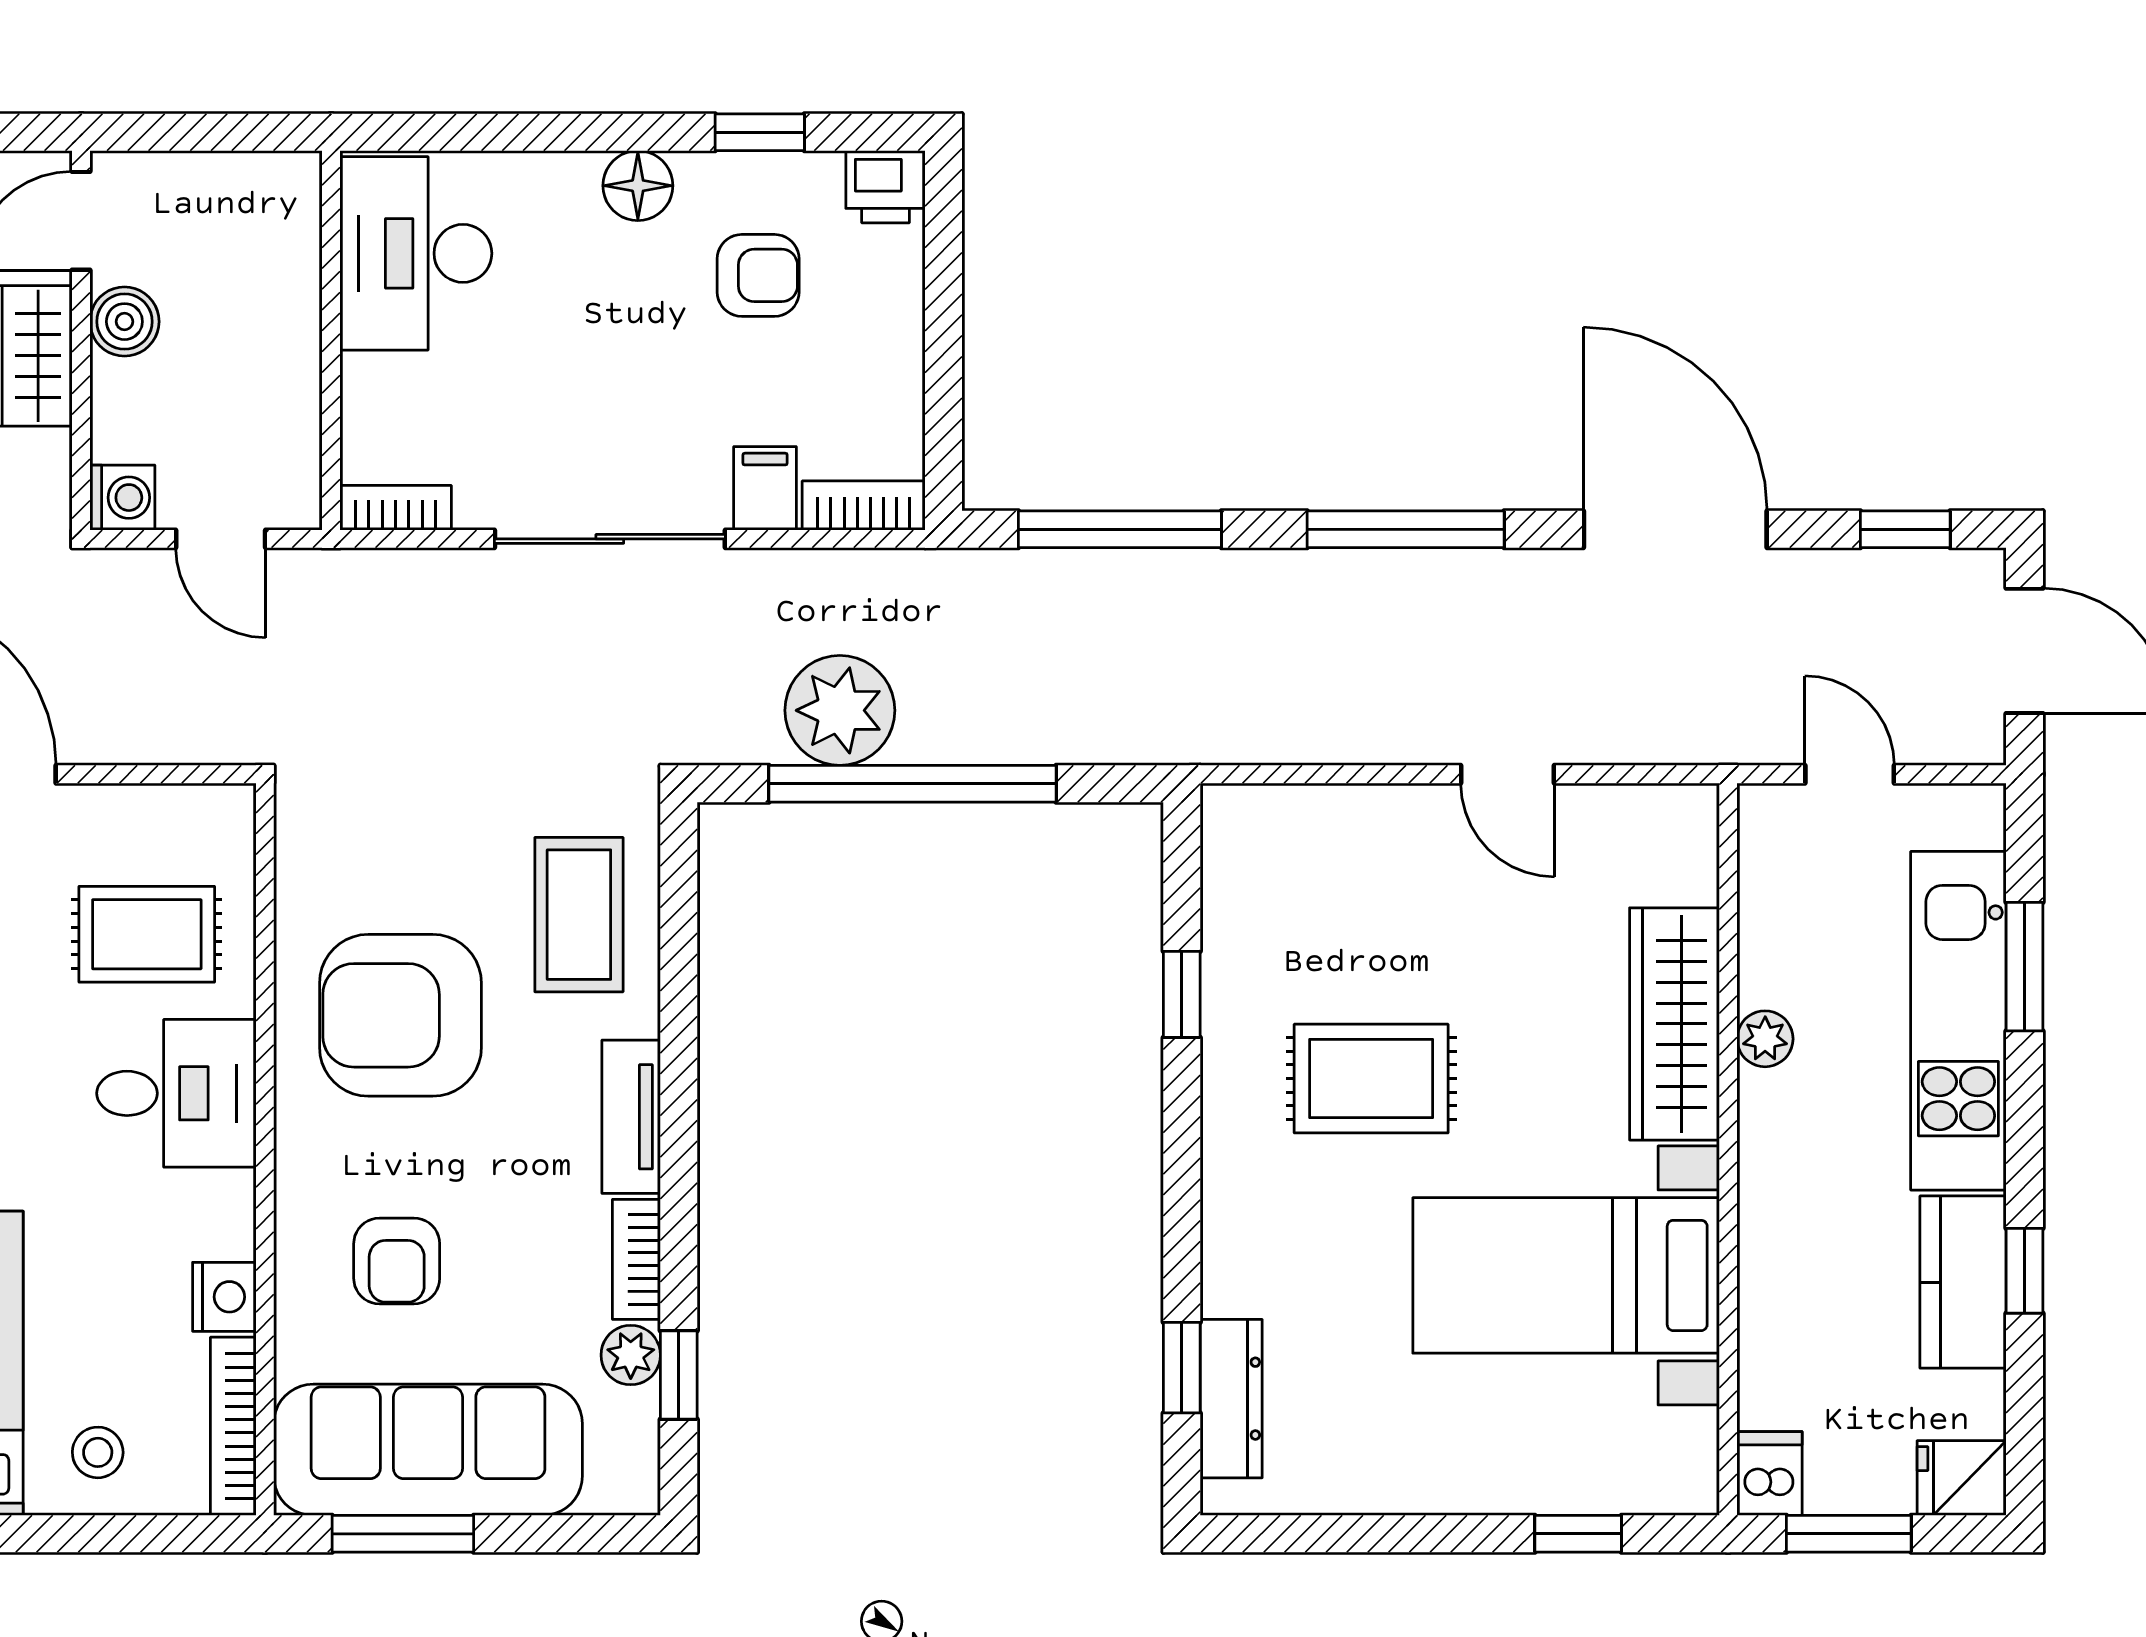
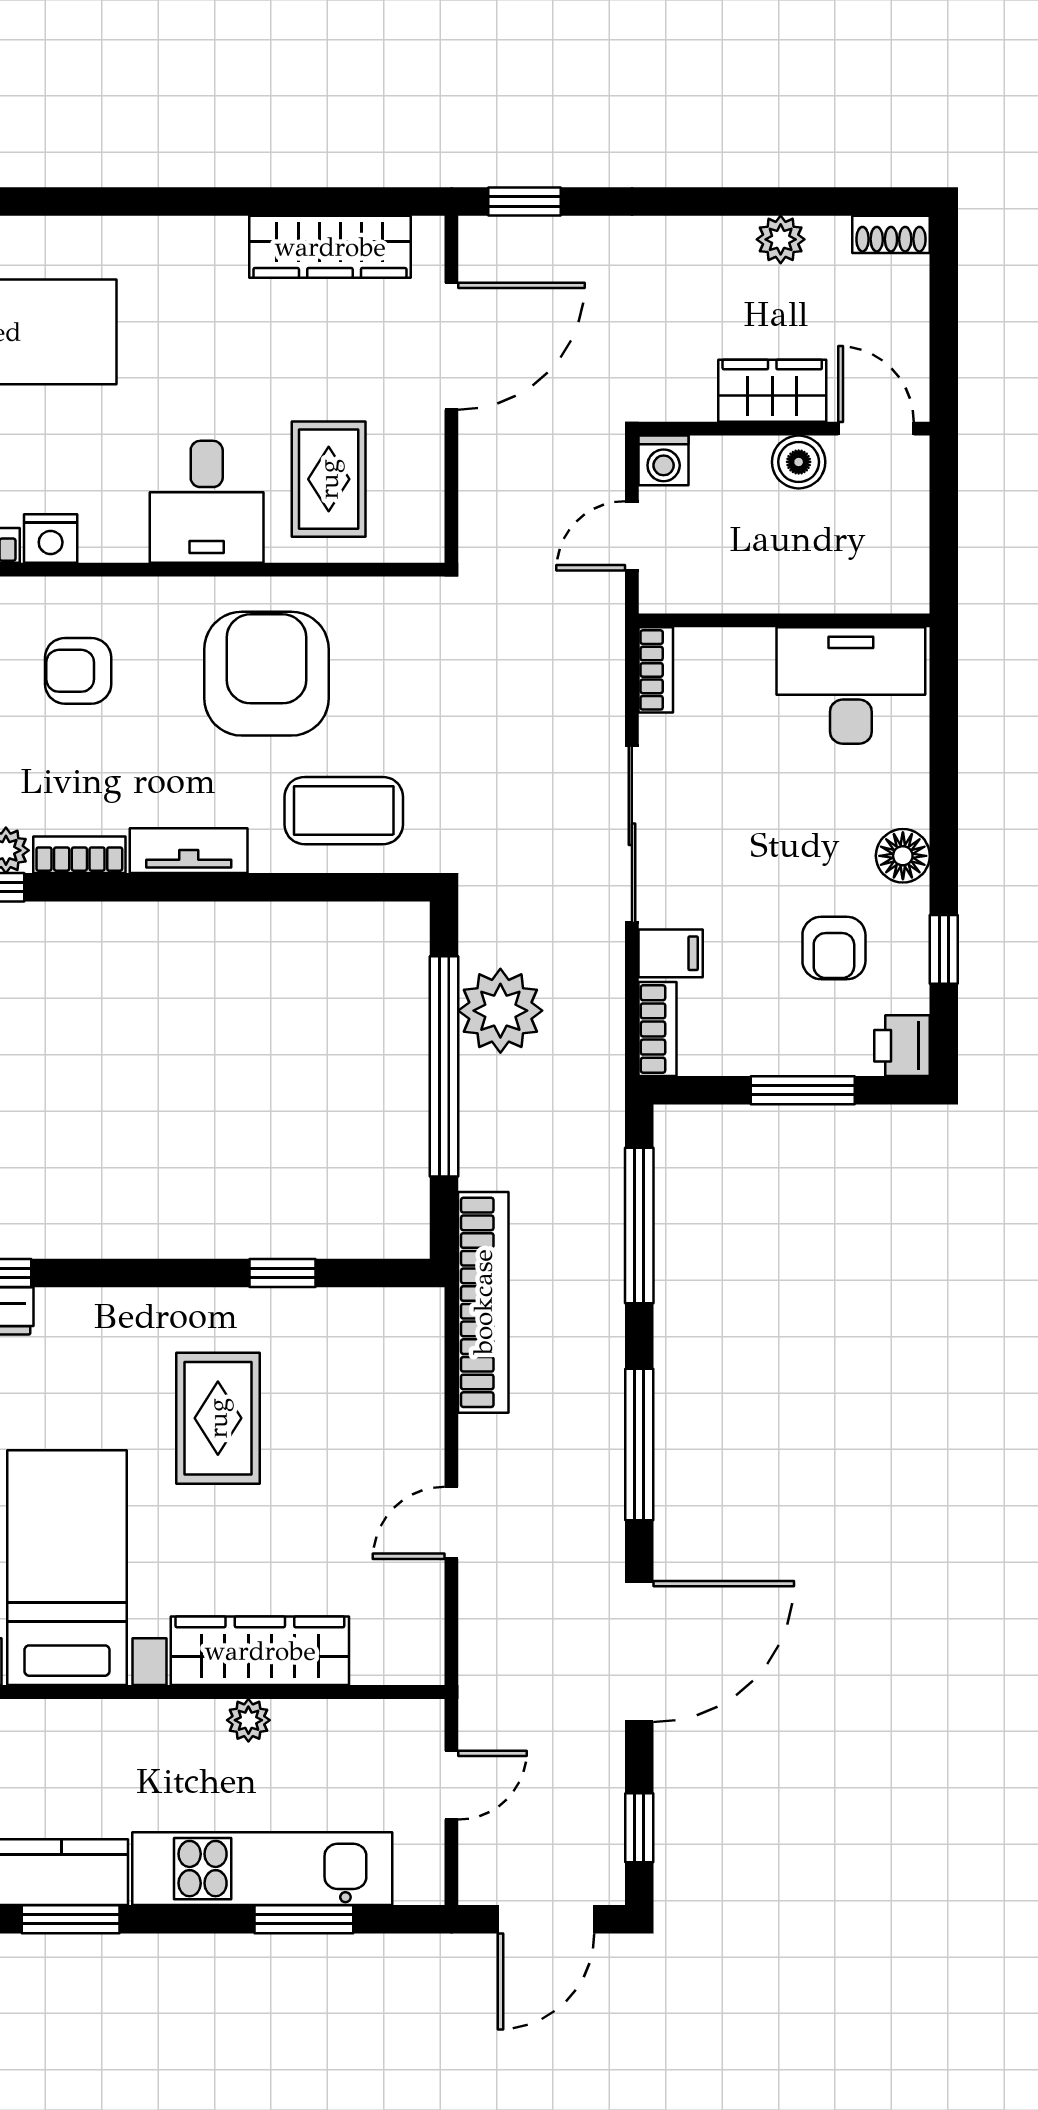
window: (944, 316) -> (803, 1090), added
bookcase: (1220, 733) -> (483, 1302), added
window: (2025, 1271) -> (71, 1919), width x1.50

